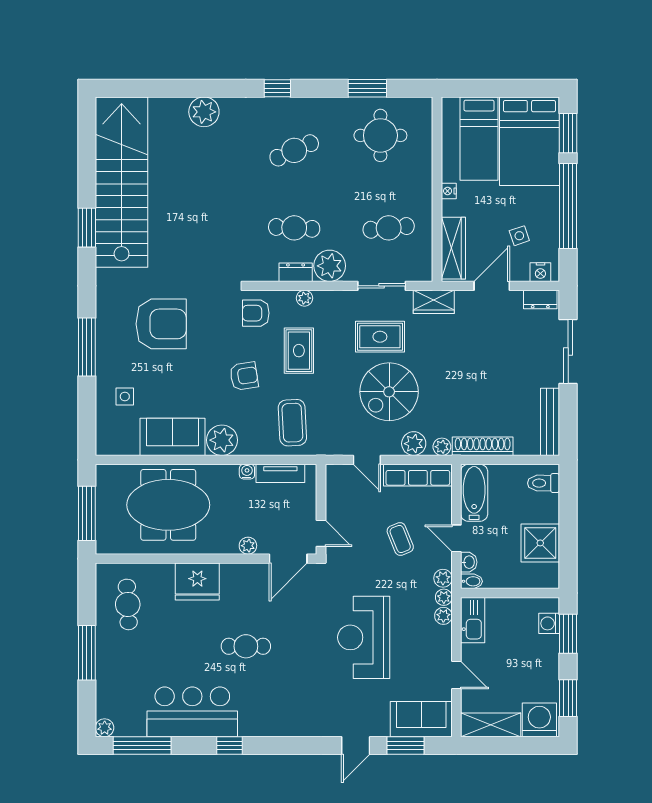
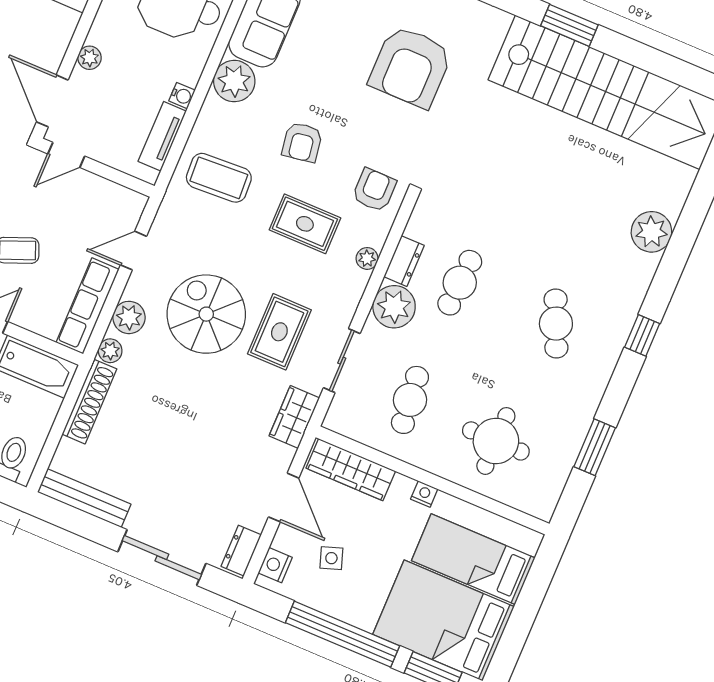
round table: (380, 135) -> (496, 441), moved

